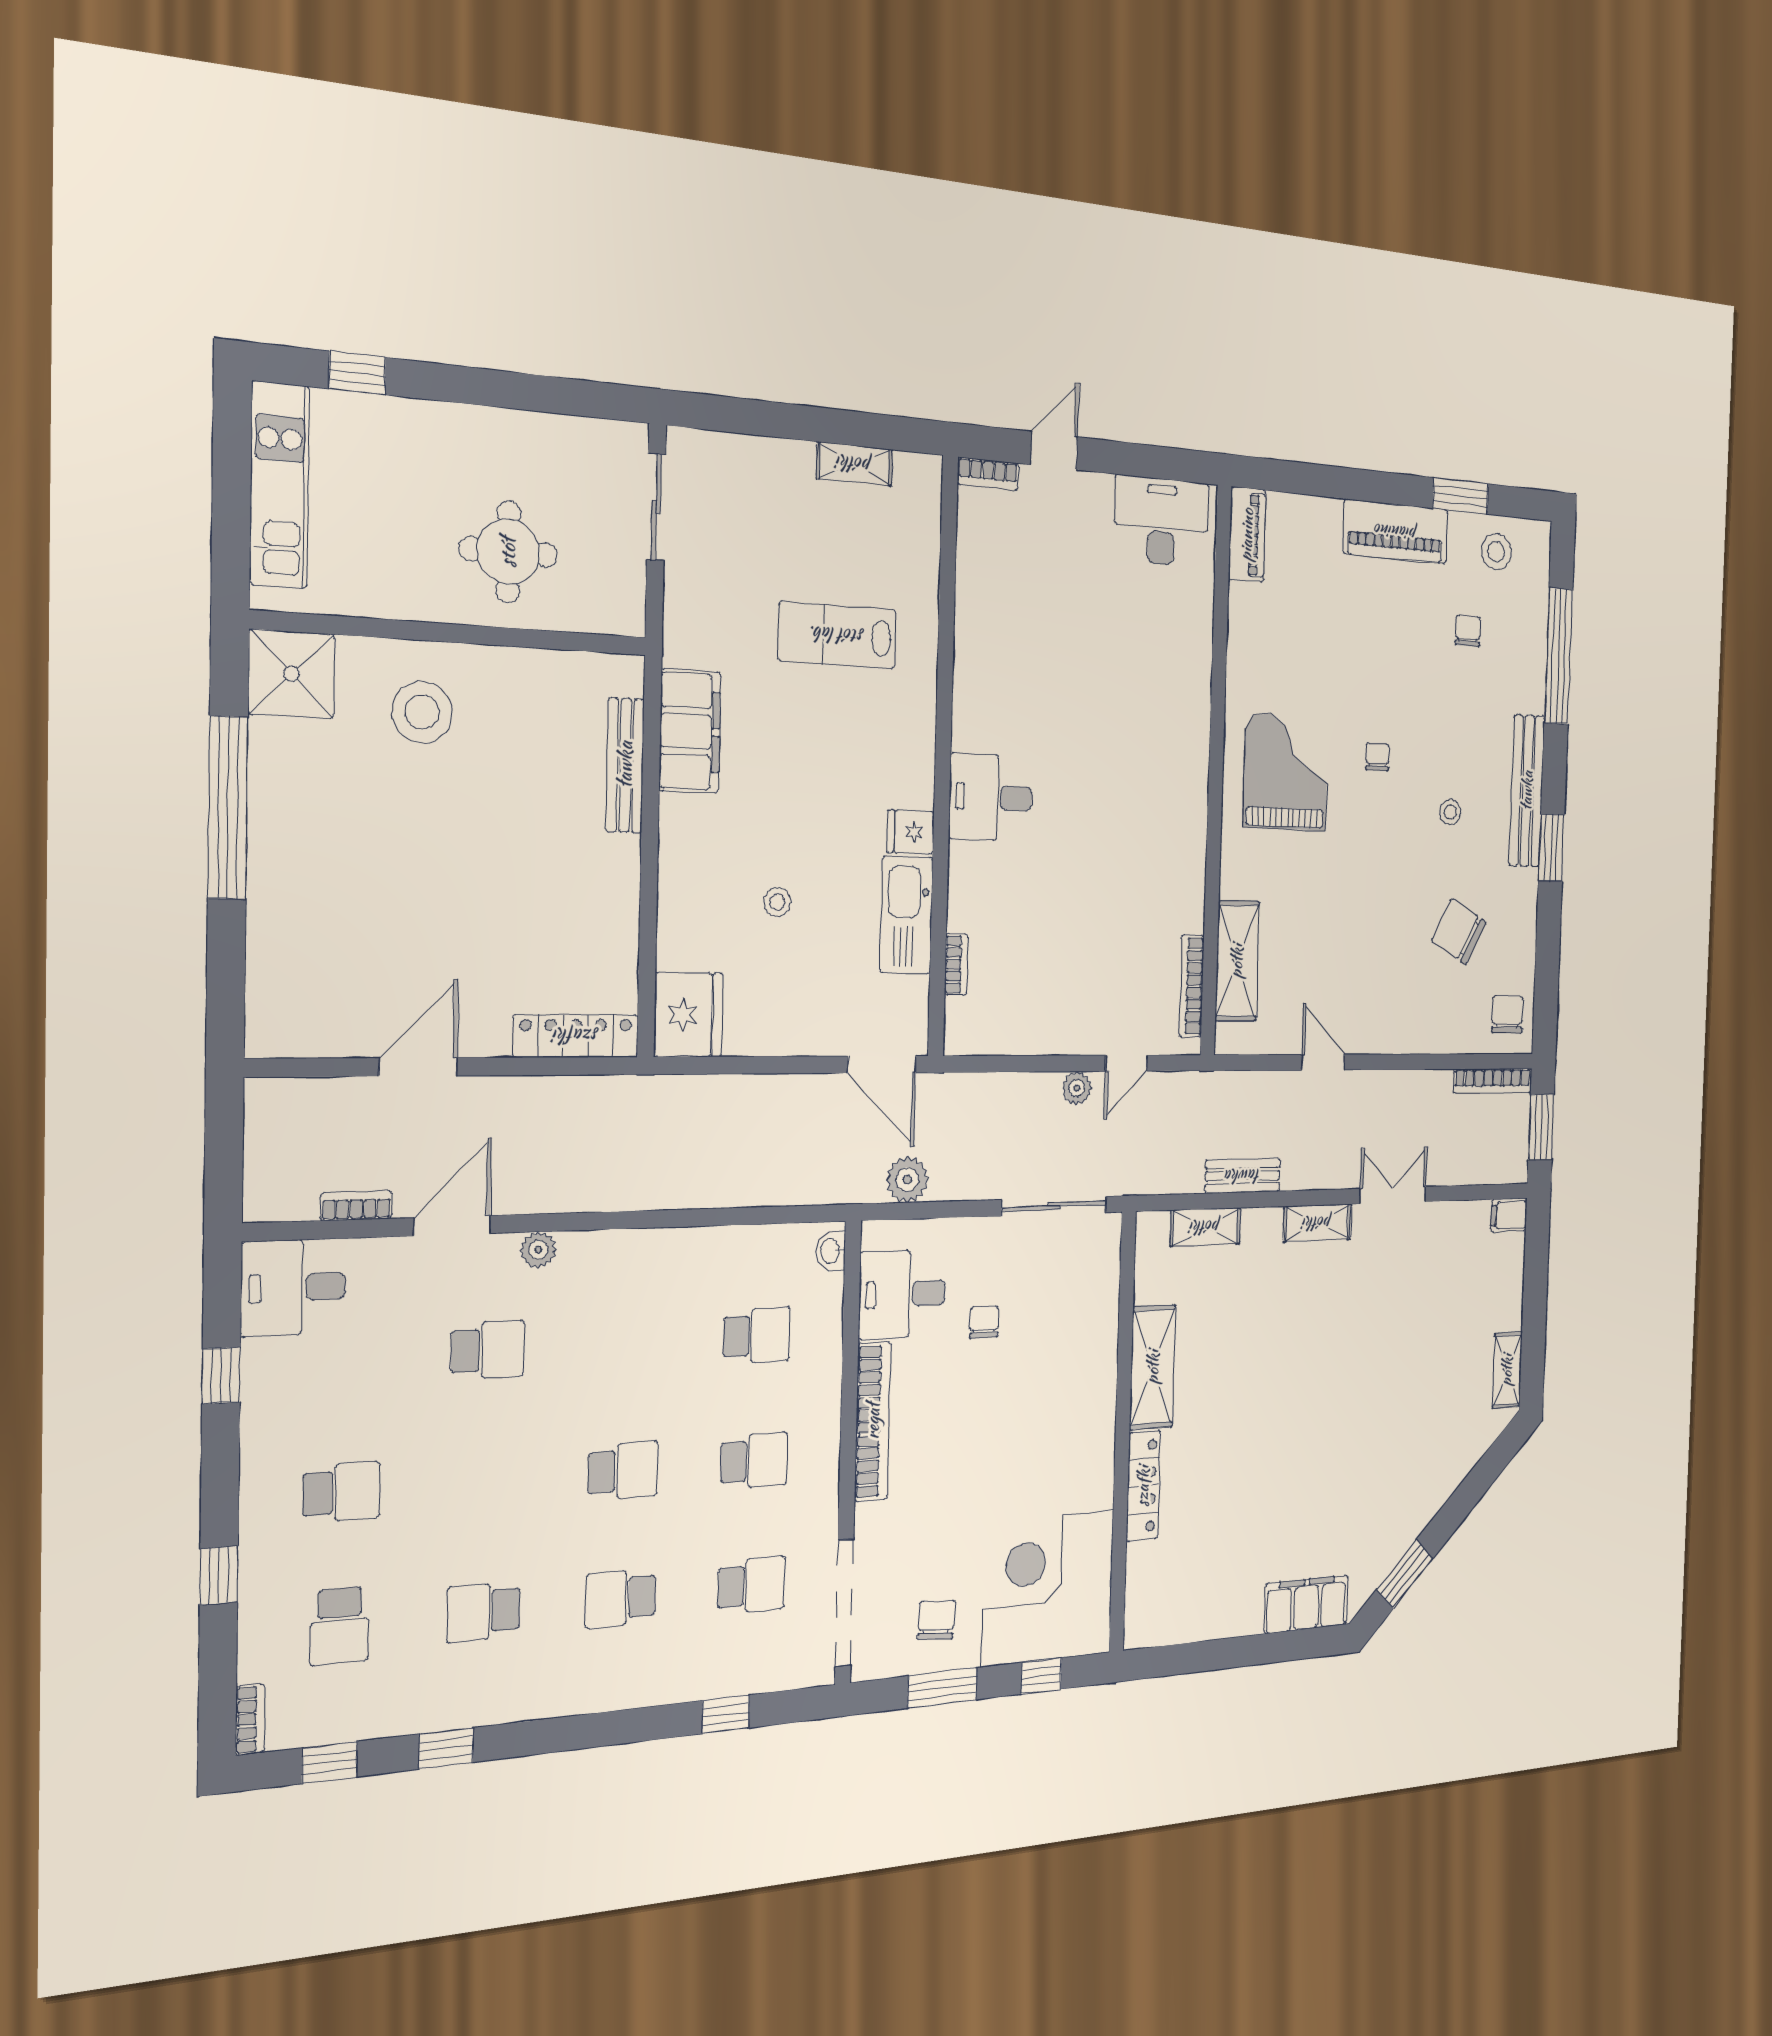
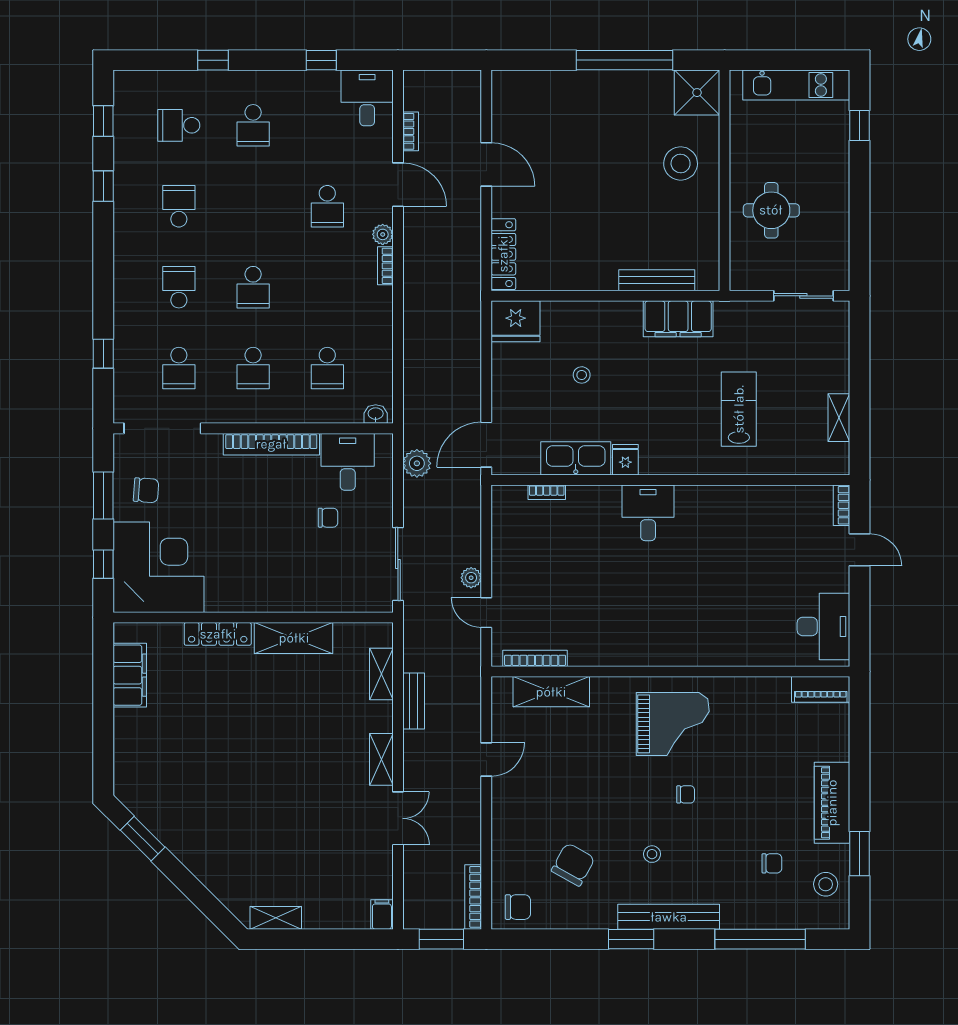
filing cabinet: (1306, 1604) -> (130, 675), moved
bookcase: (250, 1720) -> (385, 266), moved, turned 90

